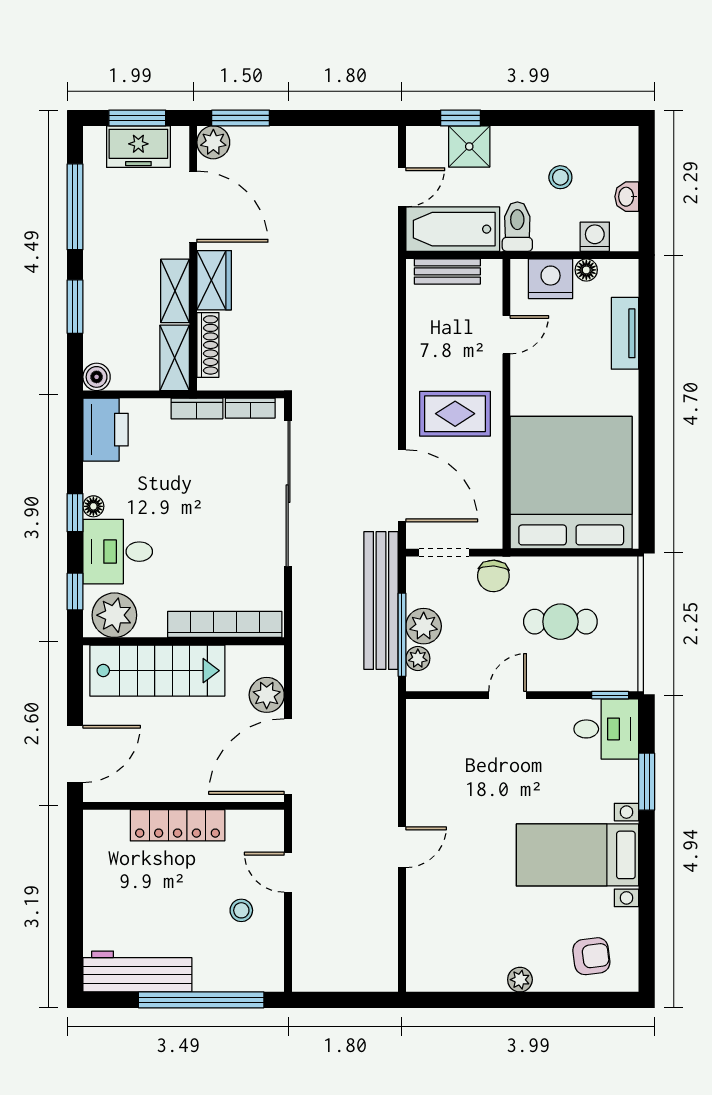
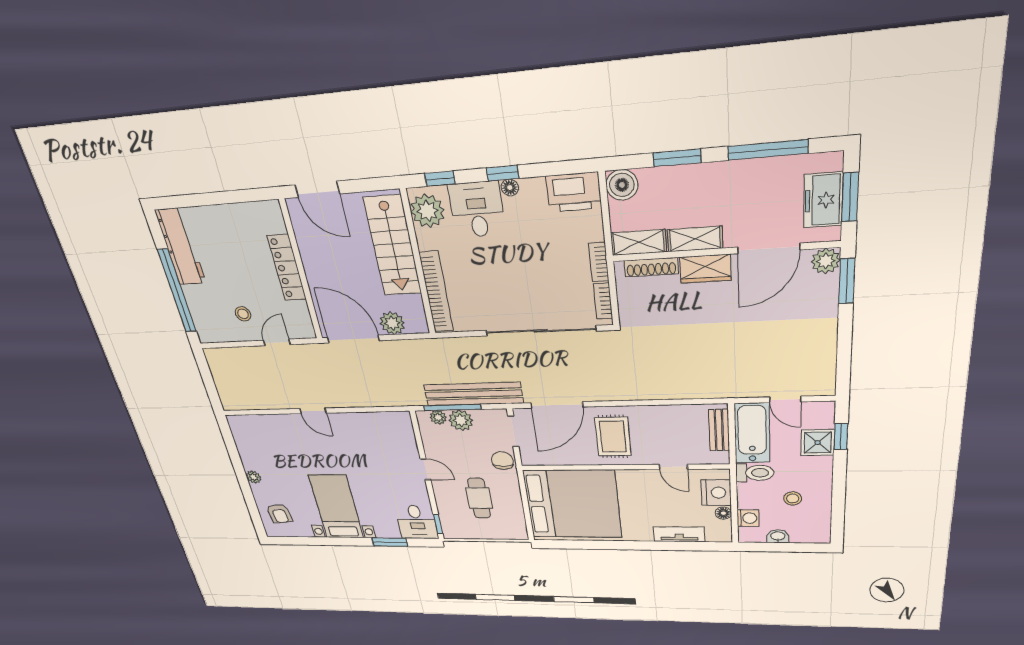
boiler: (97, 377) -> (622, 185), width x1.36, depth x1.36
chair: (493, 576) -> (502, 461), turned 87

